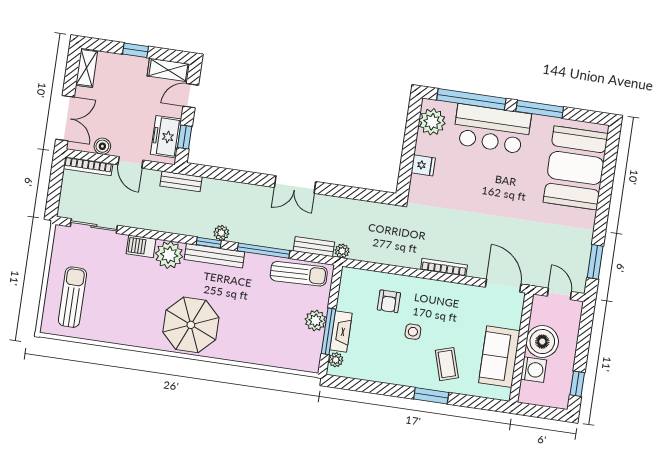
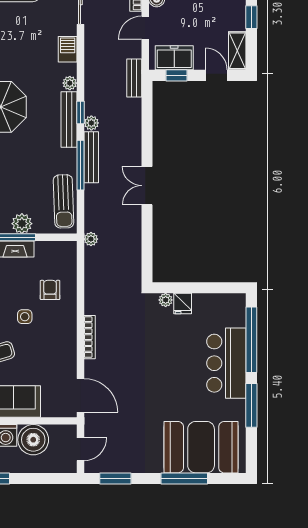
plant: (432, 122) -> (166, 300), moved, width x0.53, depth x0.53
window: (606, 190) -> (184, 478), added
bench: (314, 247) -> (91, 157), moved, width x1.36
plant: (169, 255) -> (70, 83), width x0.53, depth x0.53
door: (503, 286) -> (80, 395), hinge flipped
armchair: (389, 301) -> (50, 290), turned 90

